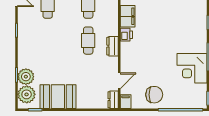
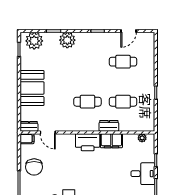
printer: (126, 35) -> (88, 142), width x1.87, depth x1.48
dresser: (113, 46) -> (109, 126), moved
plant: (26, 77) -> (67, 40), moved
booth: (58, 97) -> (32, 88), moved

